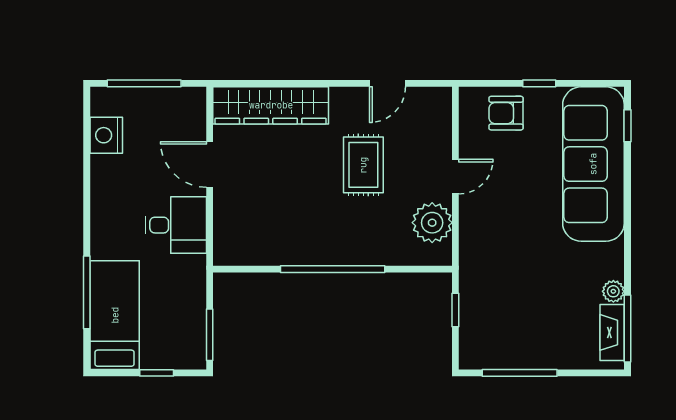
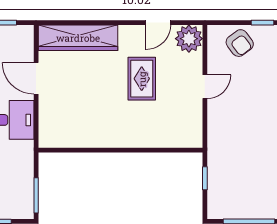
armchair: (506, 113) -> (240, 43), turned -127
plant: (432, 223) -> (189, 39), moved
window: (333, 269) -> (121, 150), removed

